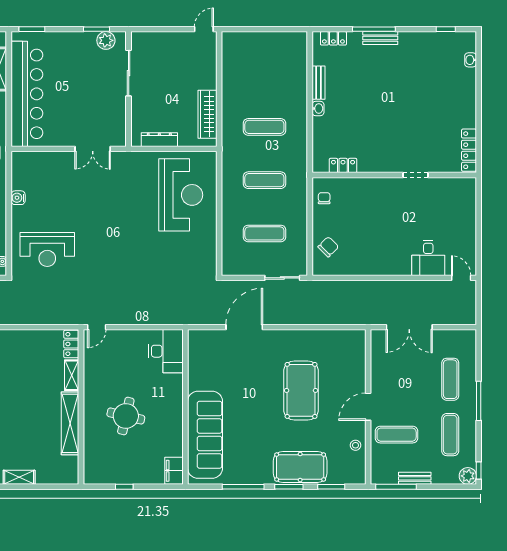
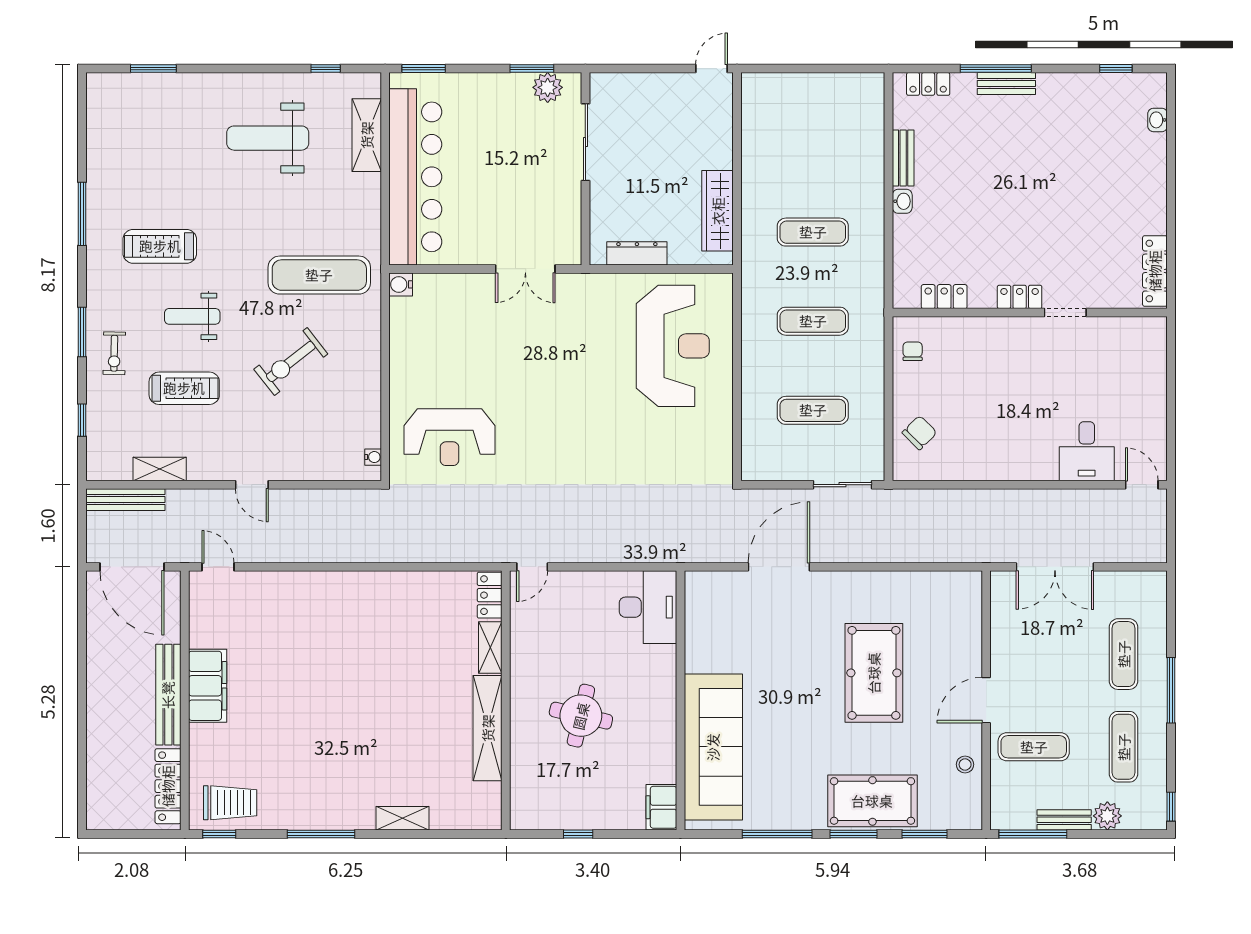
locker: (388, 166) -> (1020, 297), added
water cooler: (18, 198) -> (401, 284), moved
plant: (468, 476) -> (1107, 816), moved

